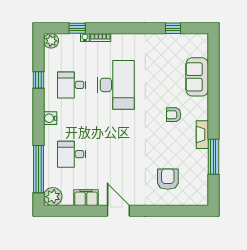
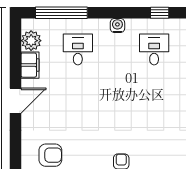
desk: (116, 85) -> (154, 98), removed
plant: (53, 197) -> (31, 41), moved

